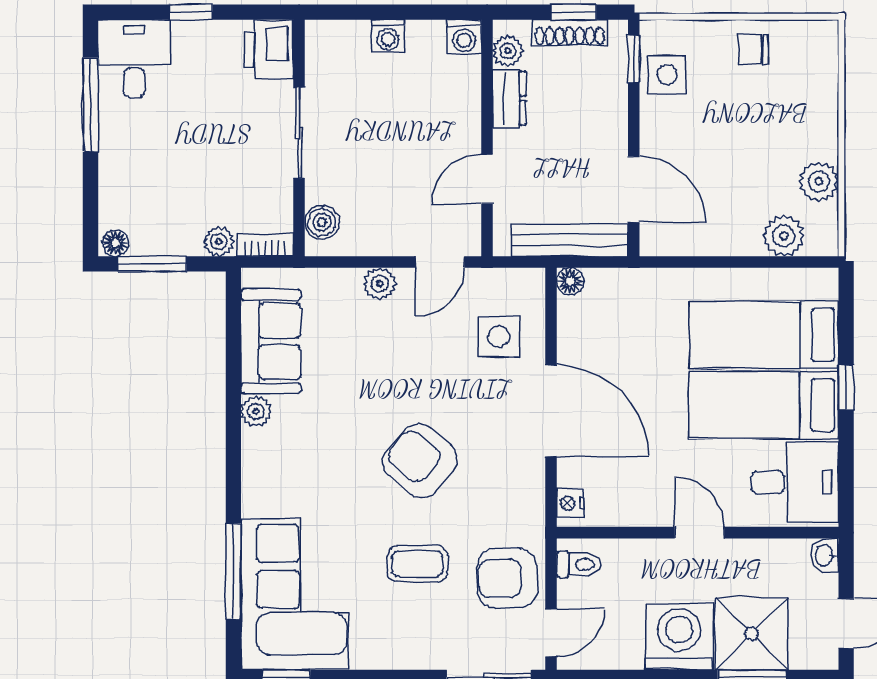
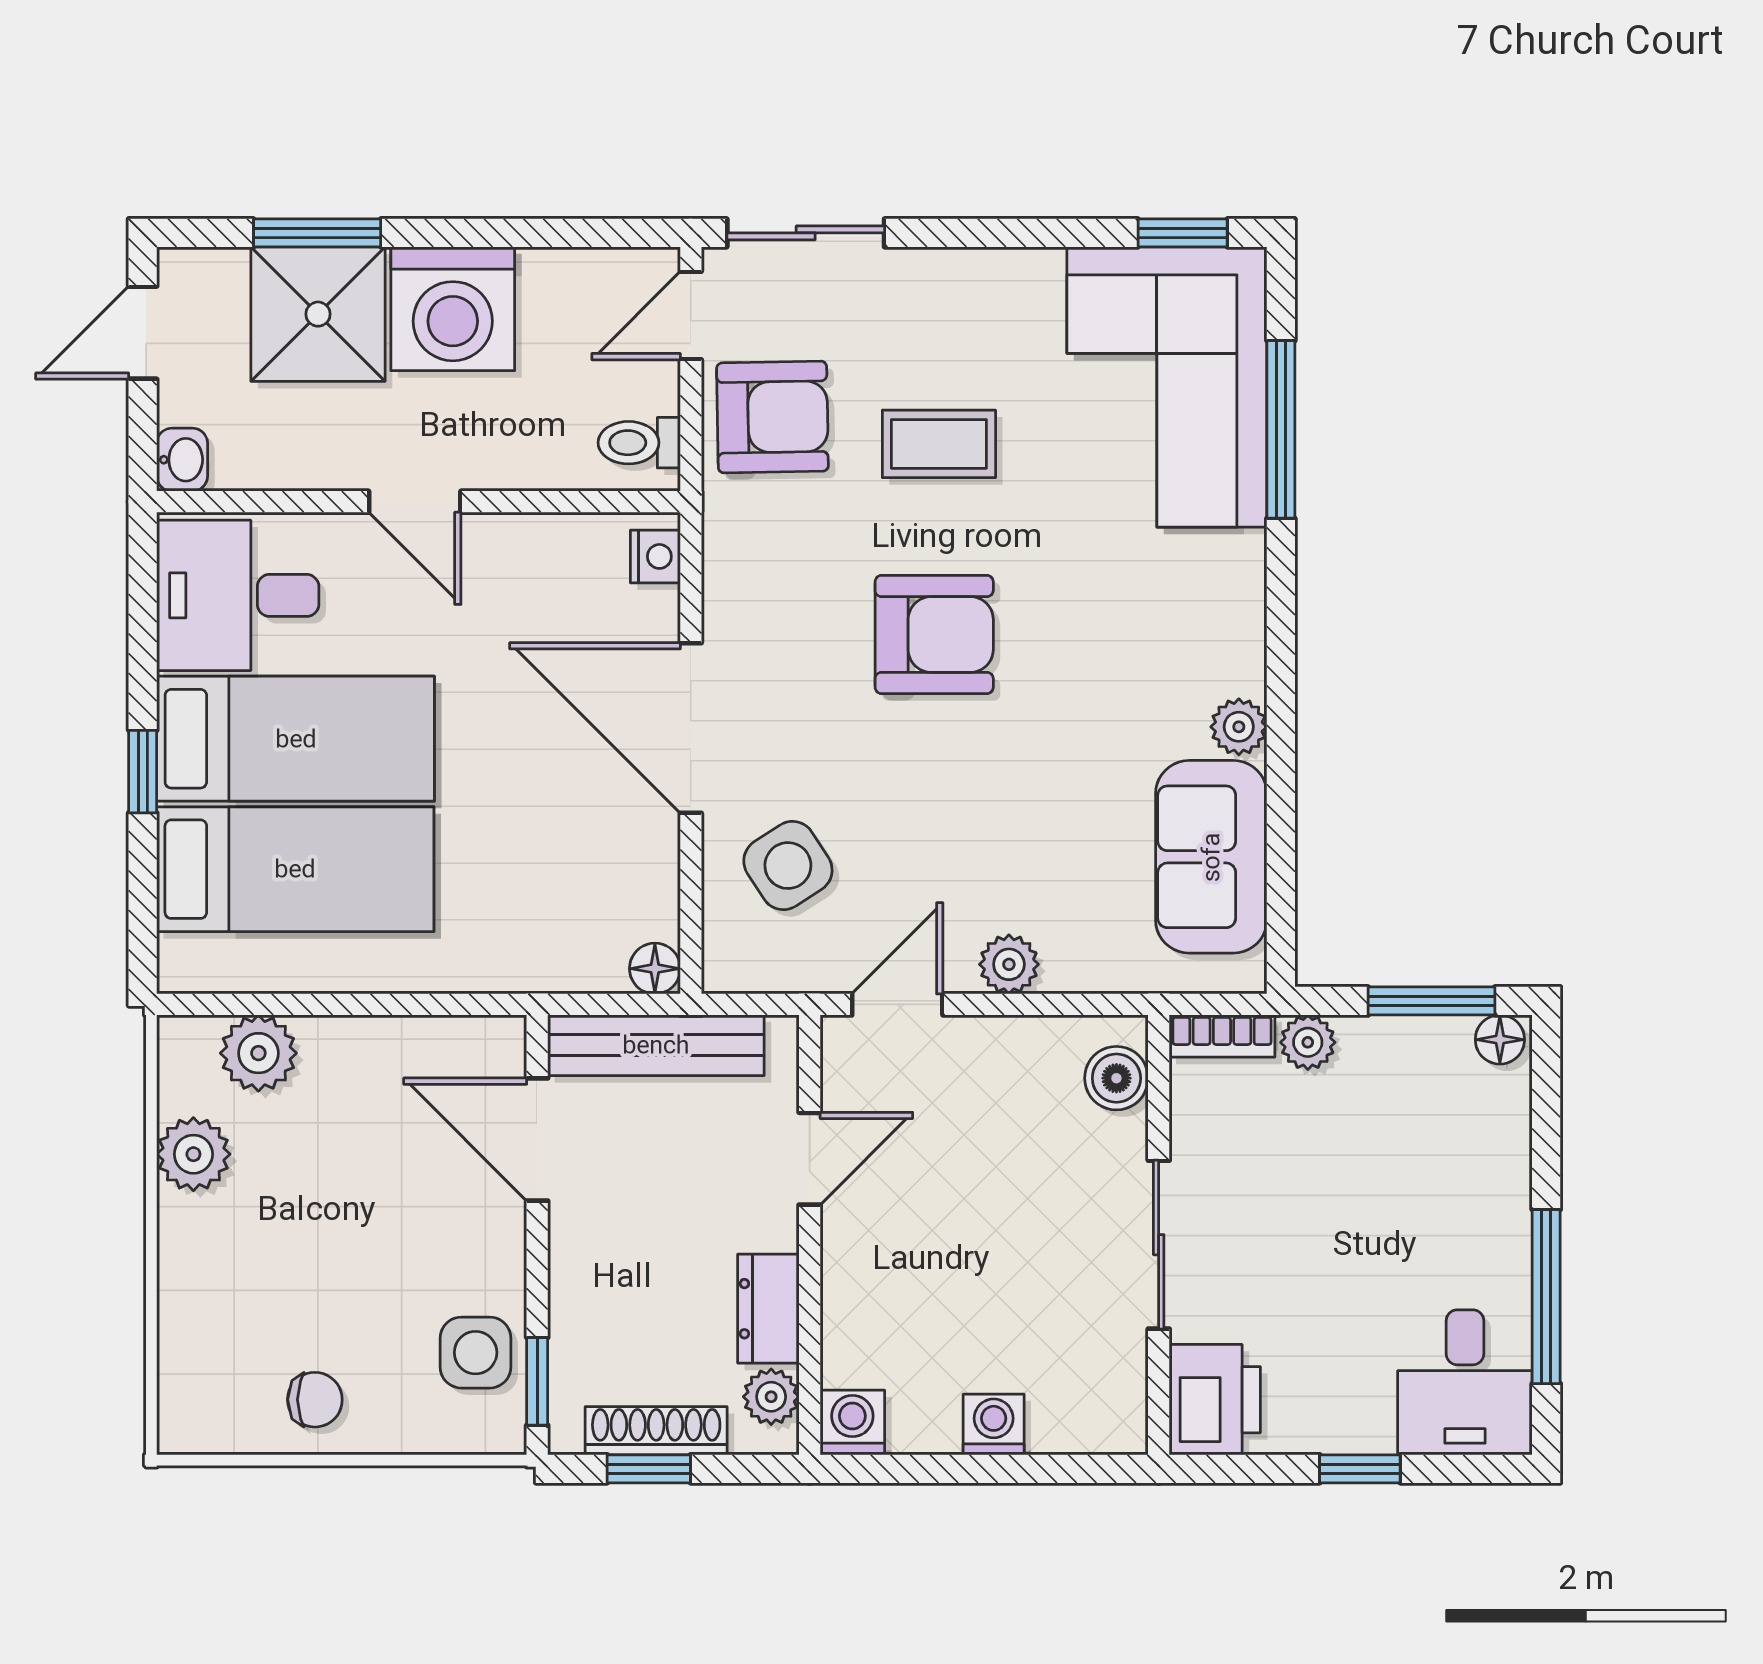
side table: (499, 337) -> (788, 866), turned -33
armchair: (420, 461) -> (934, 634), turned -40

